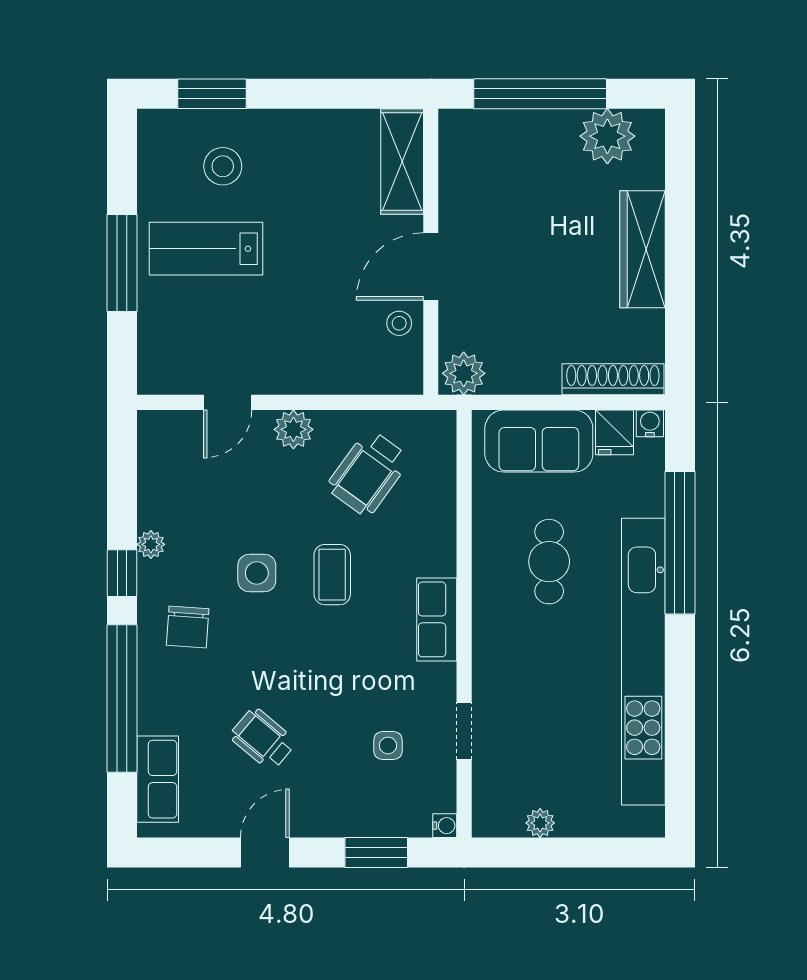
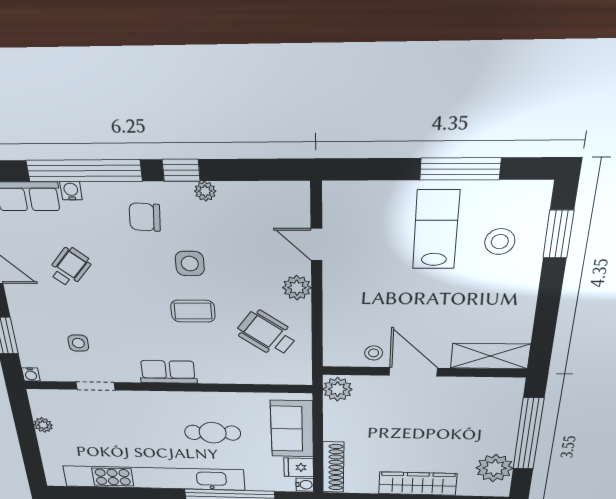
window: (122, 263) -> (460, 169), moved
water cooler: (150, 720) -> (71, 191), added

